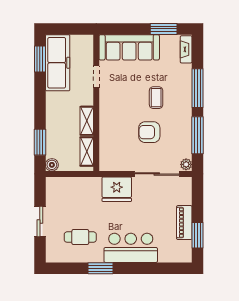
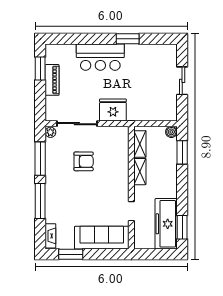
coffee table: (156, 98) -> (78, 192), removed
cafe table: (80, 237) -> (146, 67), removed

